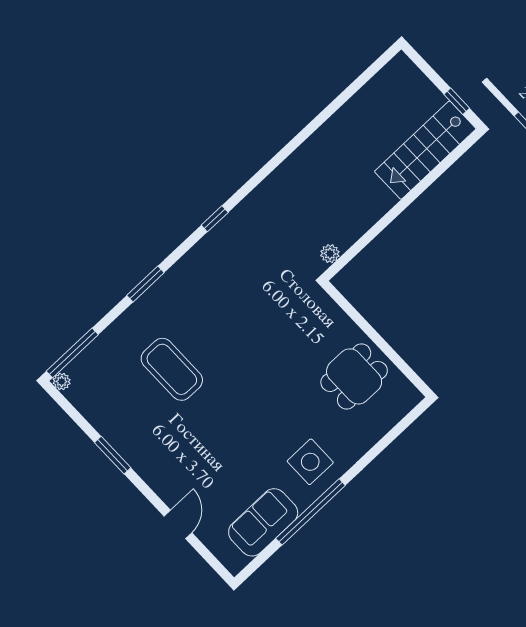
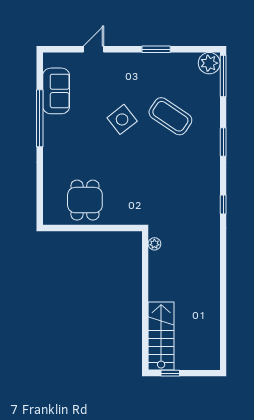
coffee table: (172, 369) -> (170, 116), turned 34
plant: (62, 381) -> (209, 63), width x1.88, depth x1.88
side table: (310, 462) -> (122, 119), moved, turned -38
door: (178, 524) -> (93, 49), swing flipped

